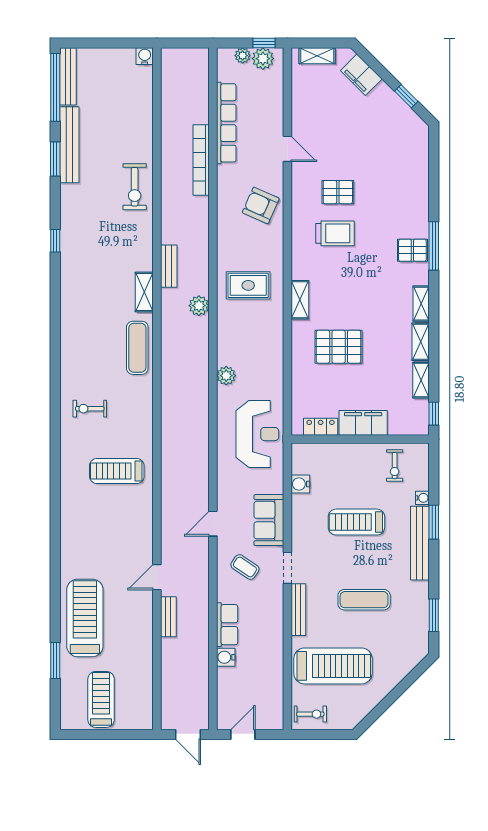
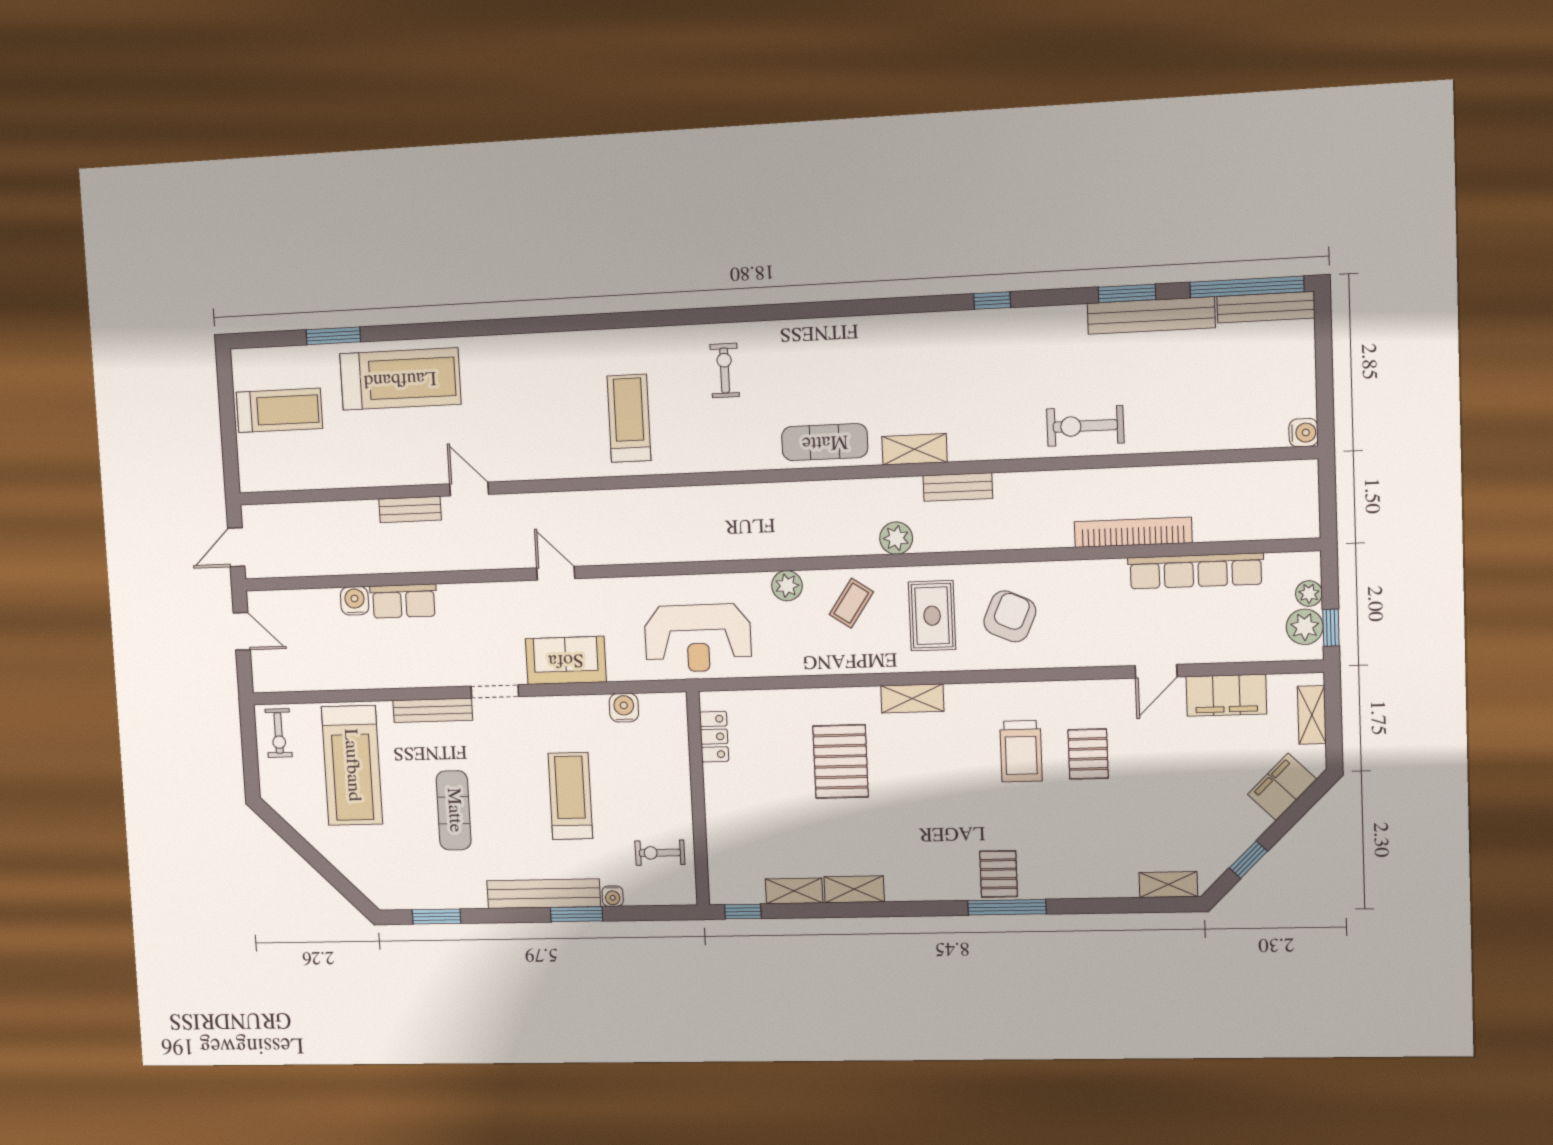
armchair: (261, 205) -> (1010, 616), moved
shelving: (421, 304) -> (1168, 885), moved
filing cabinet: (363, 423) -> (1226, 695), moved, turned 90
coffee table: (245, 567) -> (851, 603), moved

